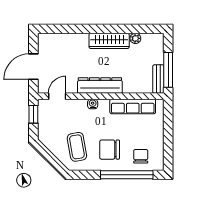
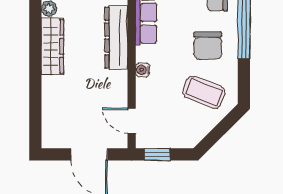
dresser: (100, 85) -> (116, 38), moved
coffee table: (77, 147) -> (204, 92), turned 32

